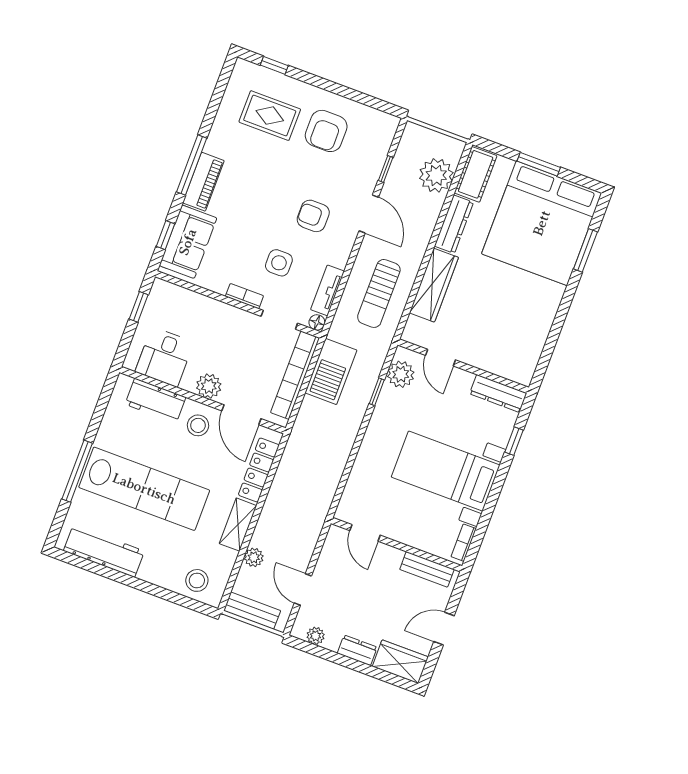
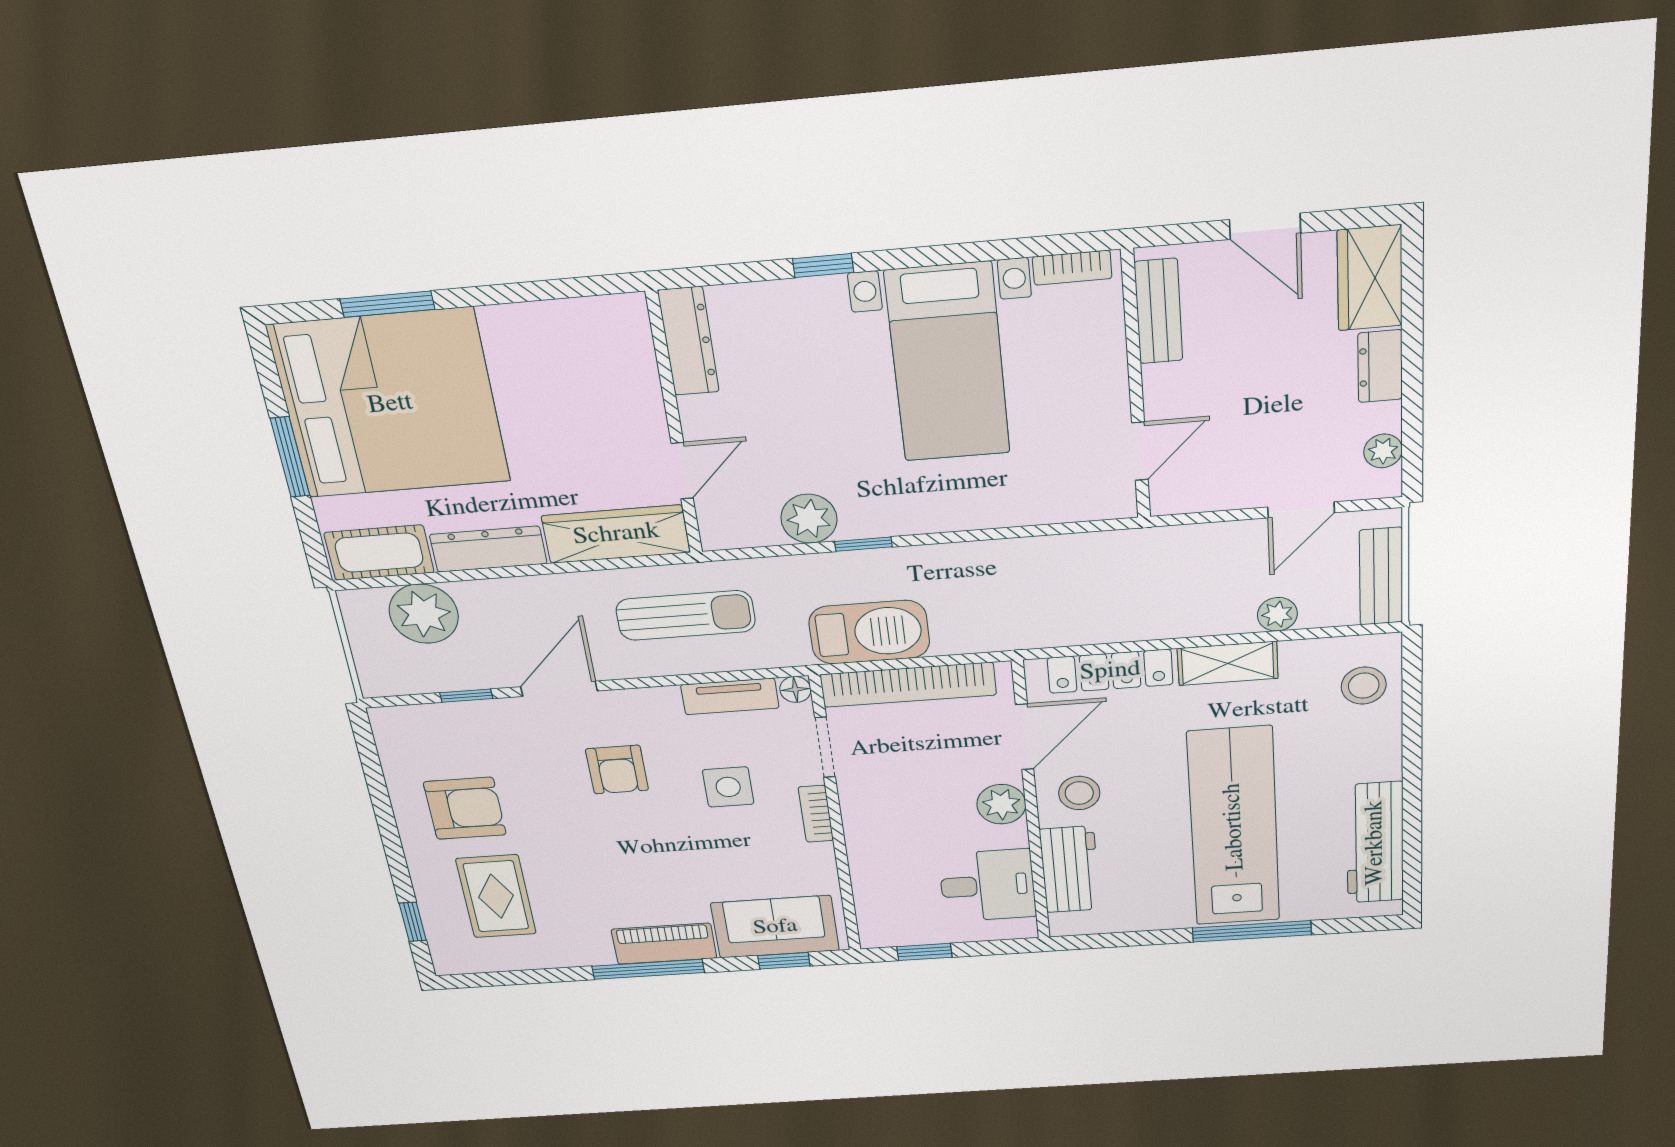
door: (440, 358) -> (682, 471), moved
wall: (463, 366) -> (674, 425), moved
dresser: (498, 393) -> (689, 341), moved

